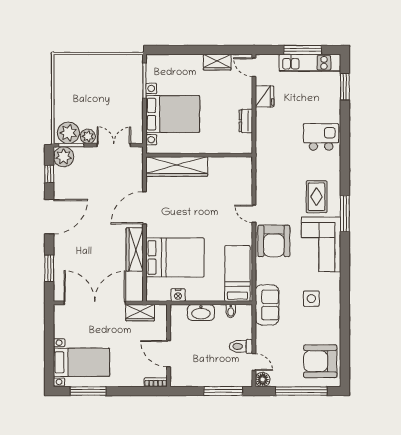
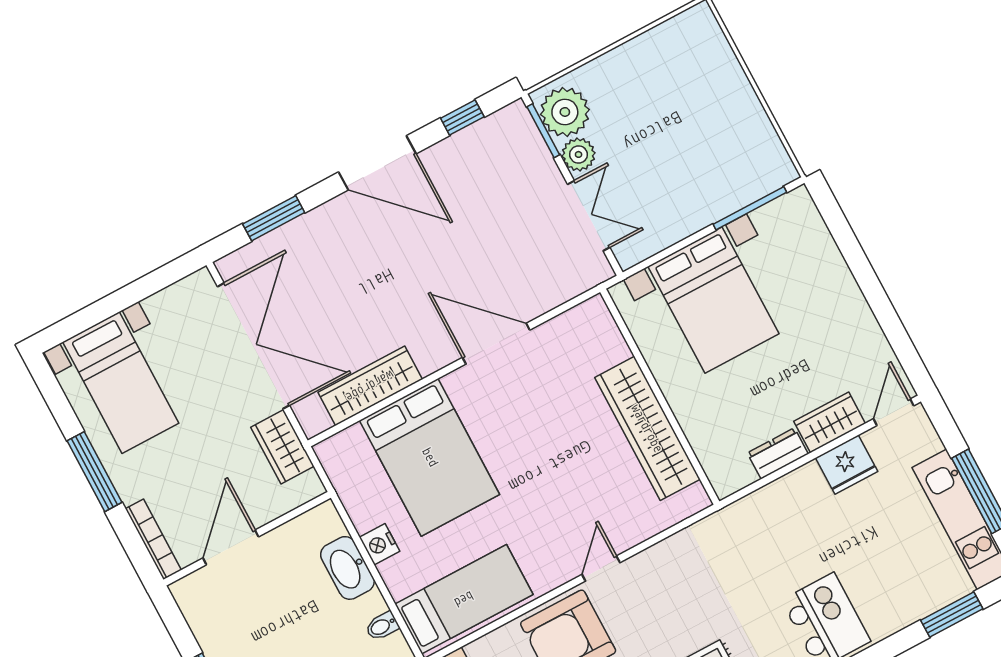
wardrobe: (217, 62) -> (830, 422), moved, turned 90
plant: (64, 157) -> (512, 128), removed
wardrobe: (177, 167) -> (647, 428), moved
wardrobe: (135, 249) -> (370, 386), moved
nightstand: (178, 295) -> (380, 544), moved
bookcase: (156, 382) -> (153, 539), width x1.56
window: (88, 391) -> (94, 472), moved

